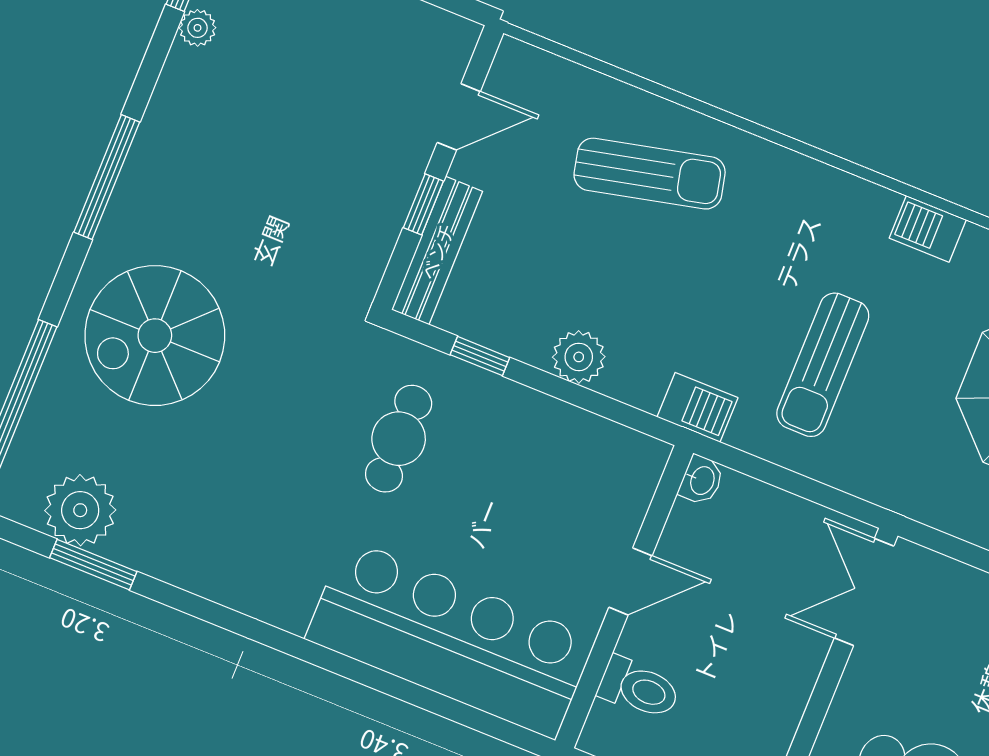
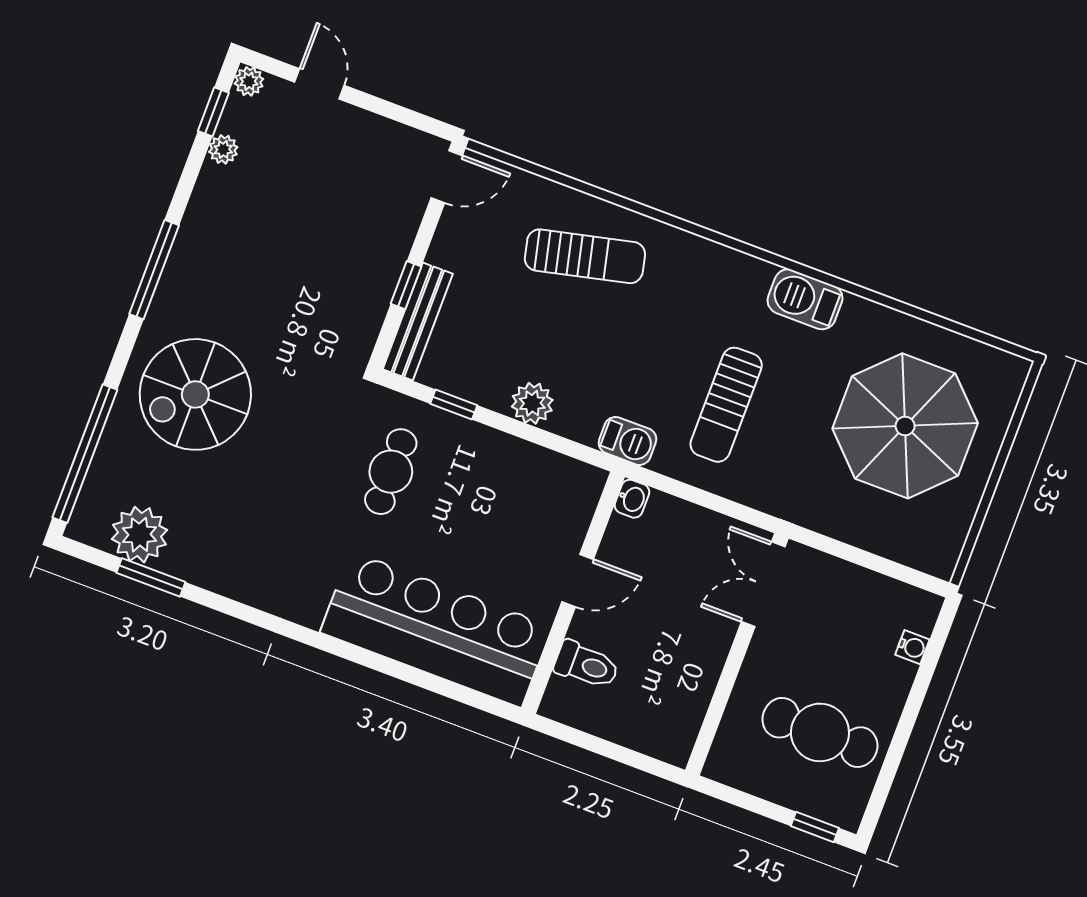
door: (459, 117) -> (447, 177), moved
barbecue: (928, 229) -> (805, 299), width x1.38, depth x1.27

